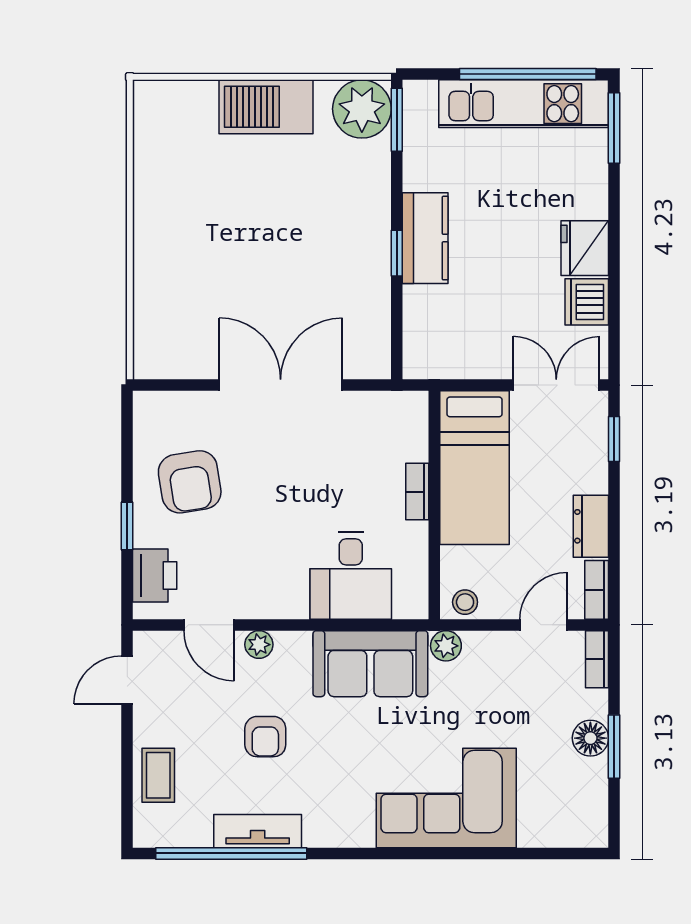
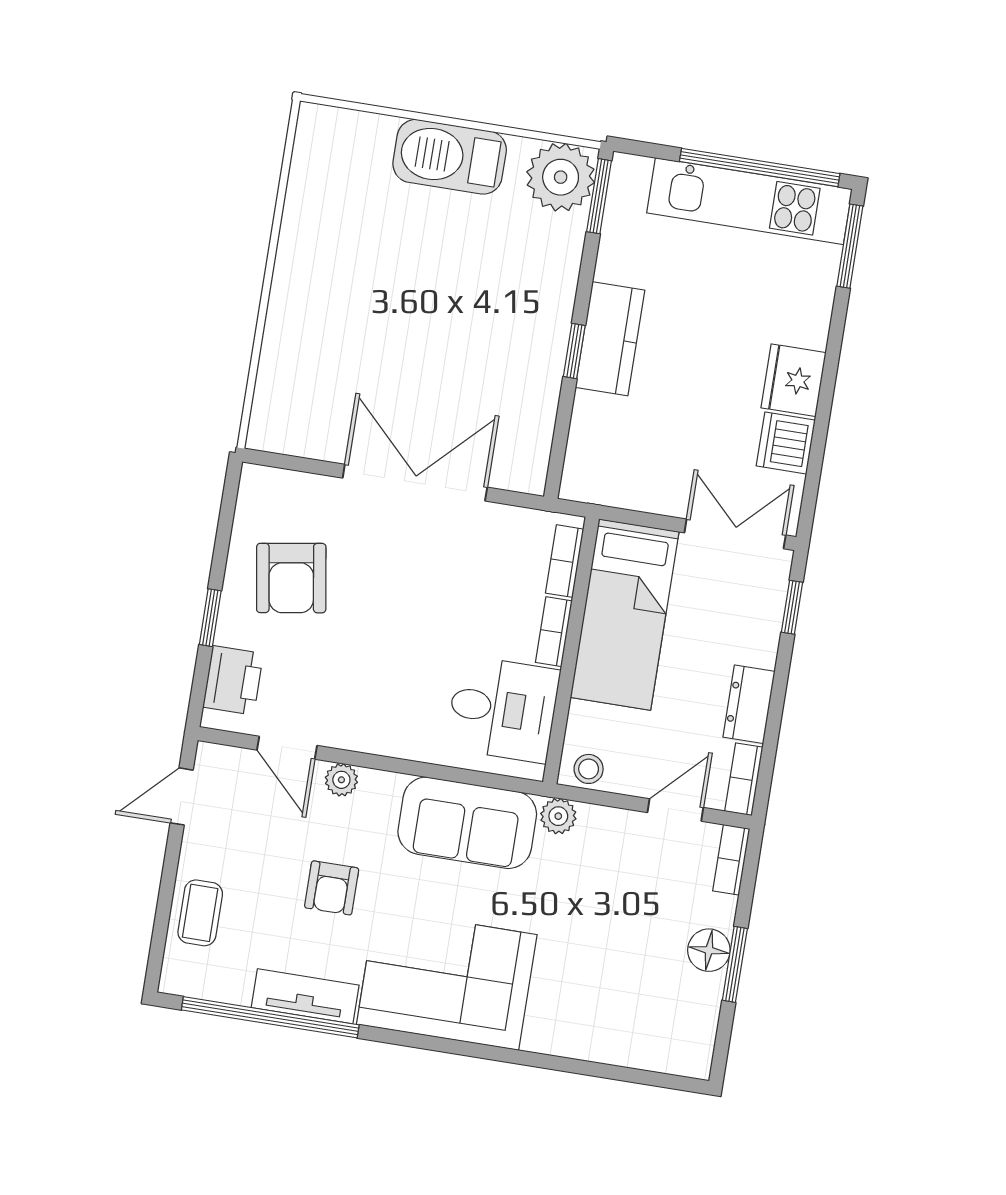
bookcase: (417, 431) -> (565, 561), added
desk: (351, 576) -> (503, 709), moved, turned -90
corner sofa: (446, 798) -> (447, 980), moved

